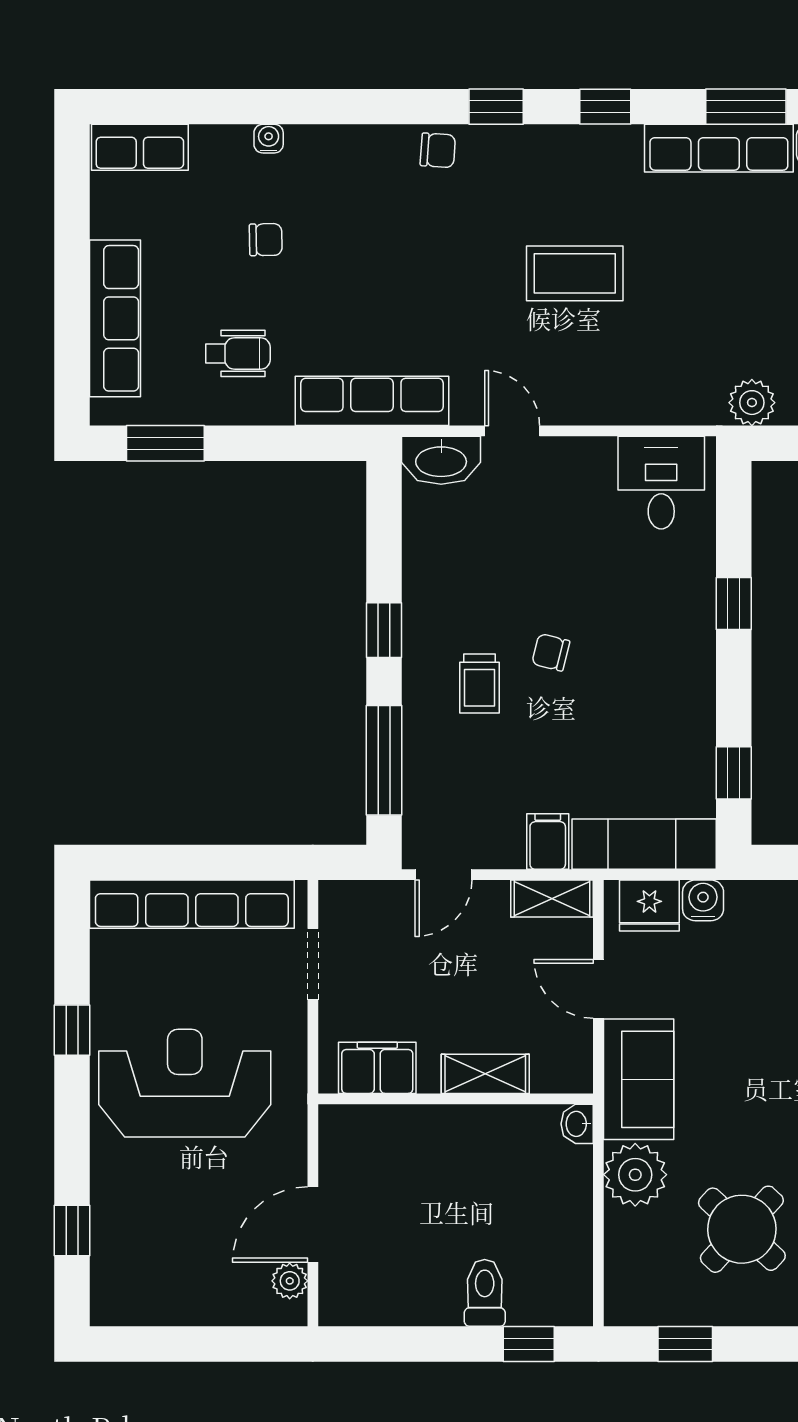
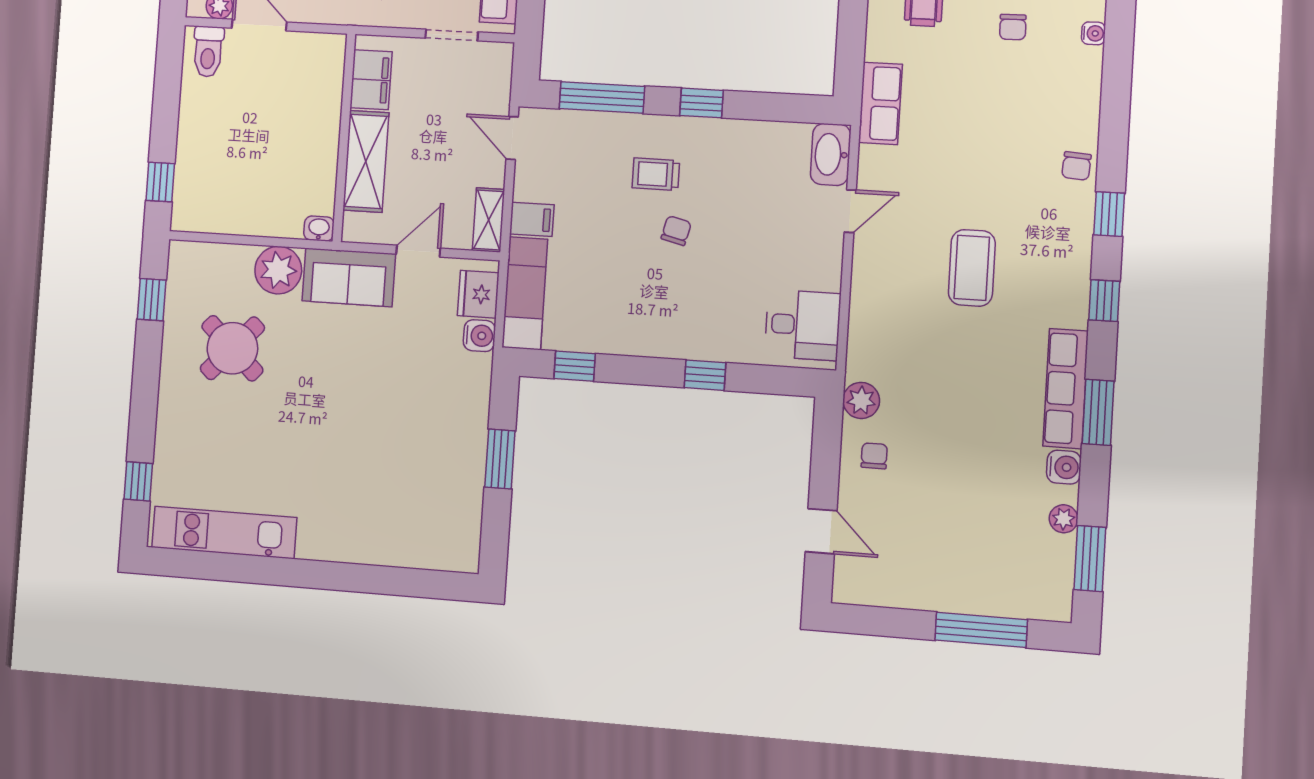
row of seats: (372, 401) -> (880, 103), width x0.68
shelving: (485, 1074) -> (366, 161), width x1.50, depth x1.33
toilet: (485, 1293) -> (208, 52), moved, turned 90

